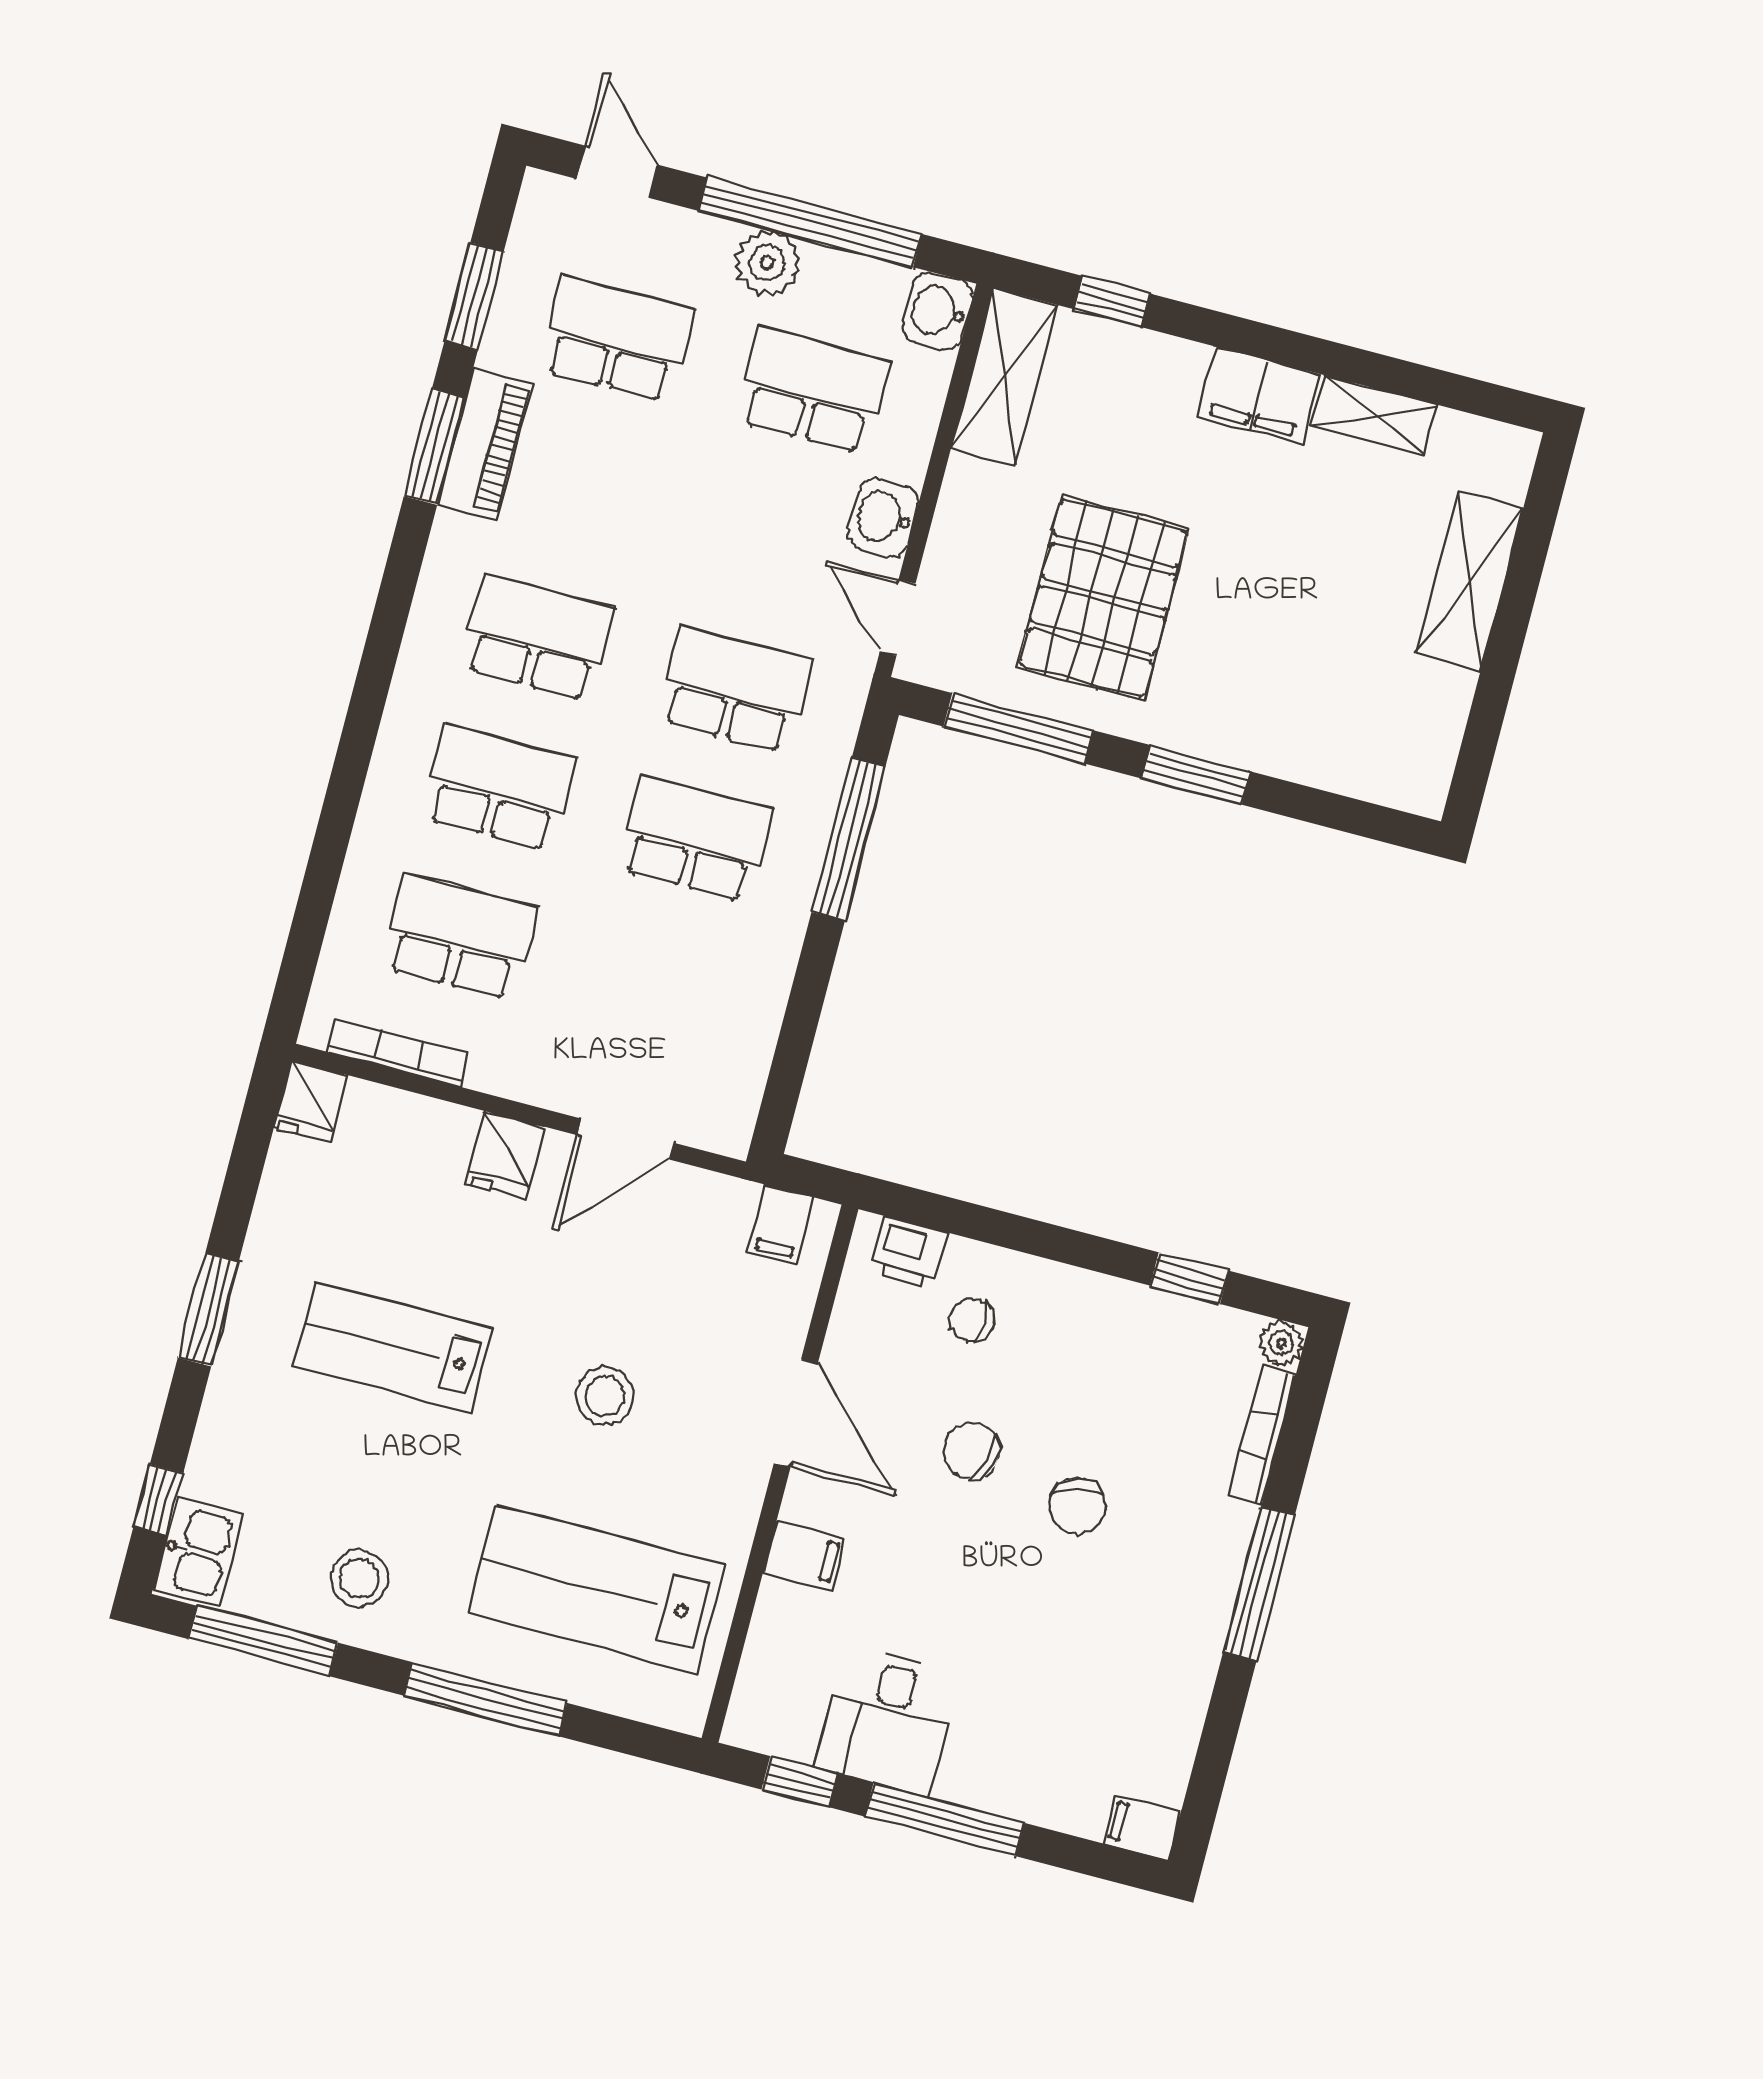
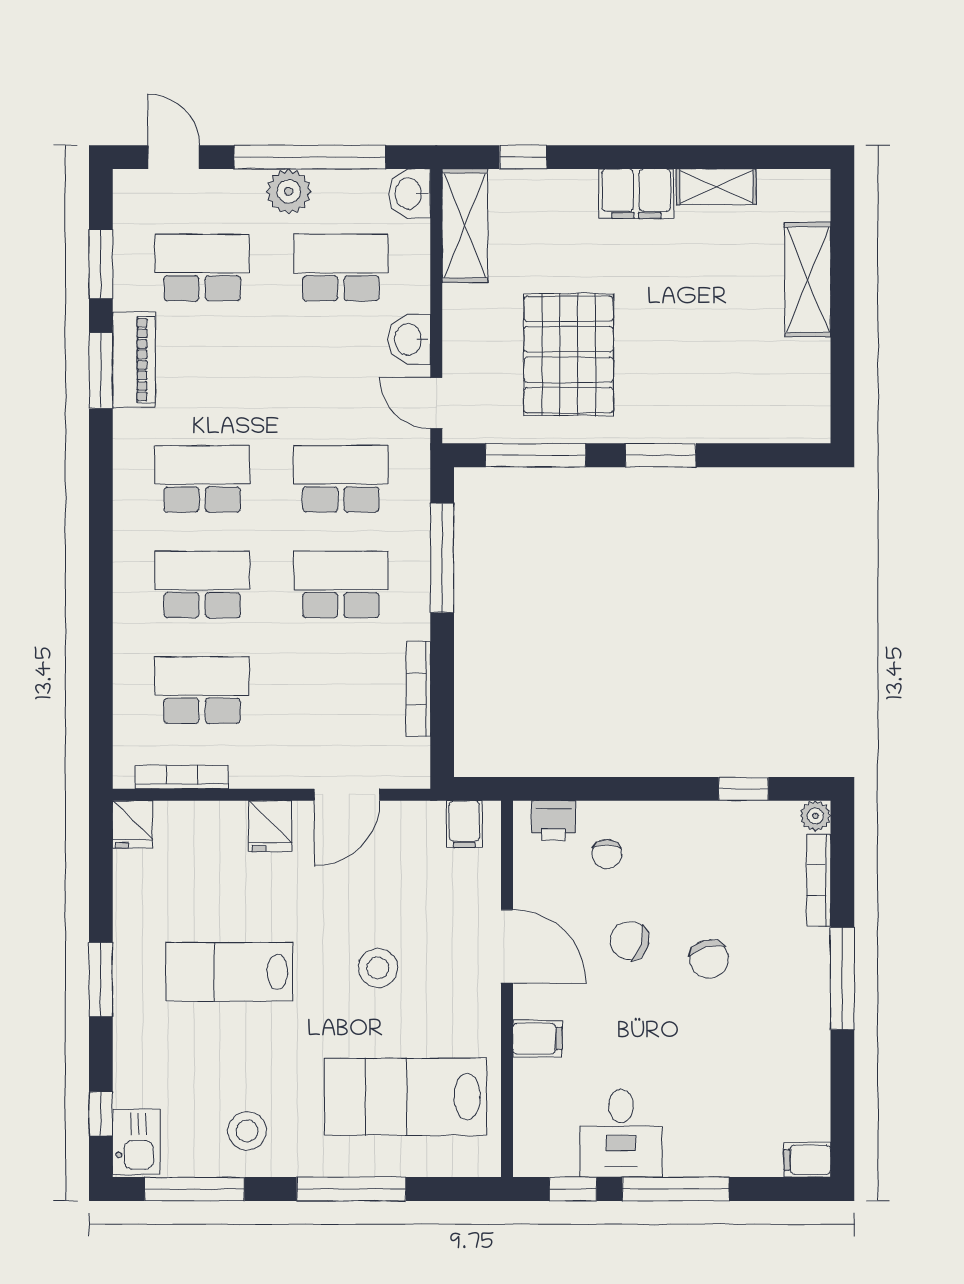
bookcase: (766, 1016) -> (418, 689), added
chair: (972, 1320) -> (607, 854), turned -89

